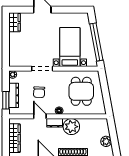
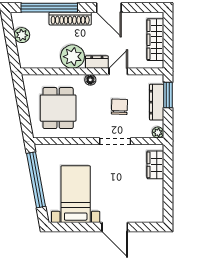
wardrobe: (14, 22) -> (155, 165), moved
bed with nightstands: (70, 47) -> (76, 194), moved, turned 180
door: (40, 116) -> (118, 71), swing flipped

